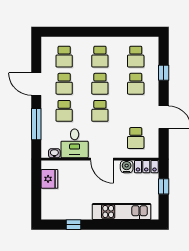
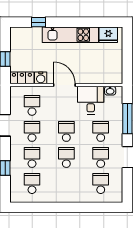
school desk: (100, 57) -> (32, 131), moved
fridge: (49, 179) -> (108, 35), moved, turned -90
kitchen unit: (122, 212) -> (70, 35), moved
window: (74, 225) -> (38, 22), moved

